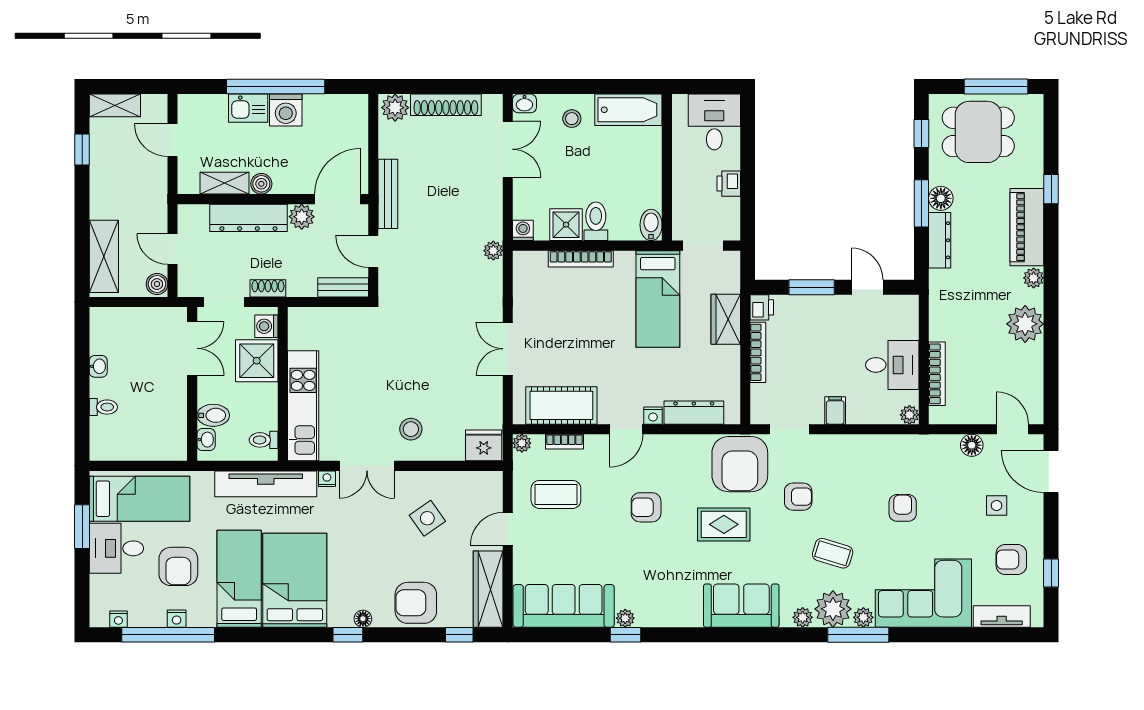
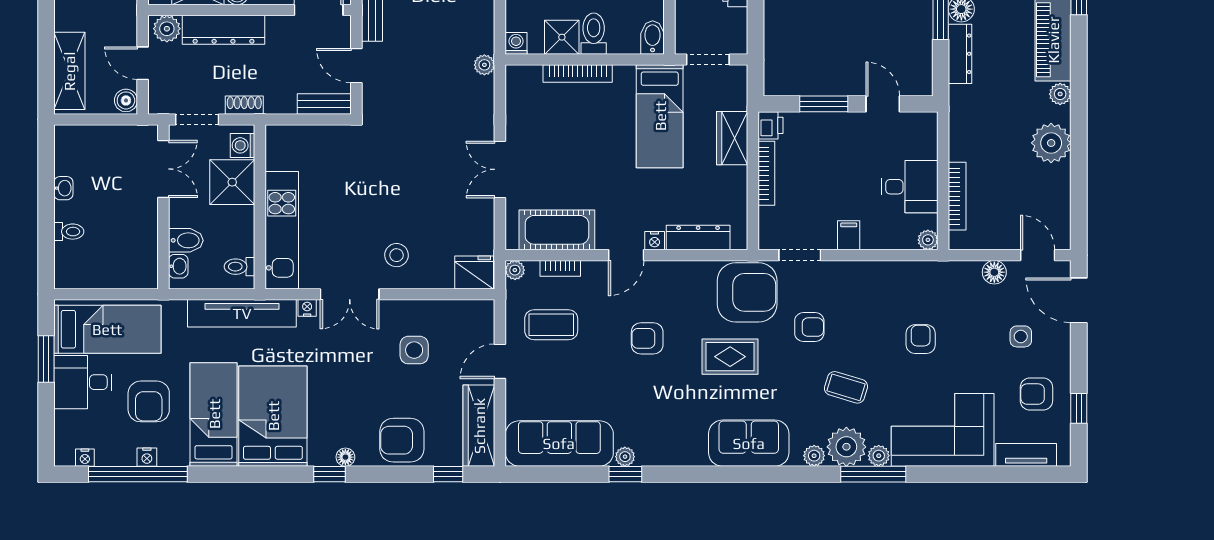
plant: (302, 217) -> (167, 29), moved
armchair: (740, 464) -> (747, 292), turned -90
side table: (427, 518) -> (414, 350), turned 35

